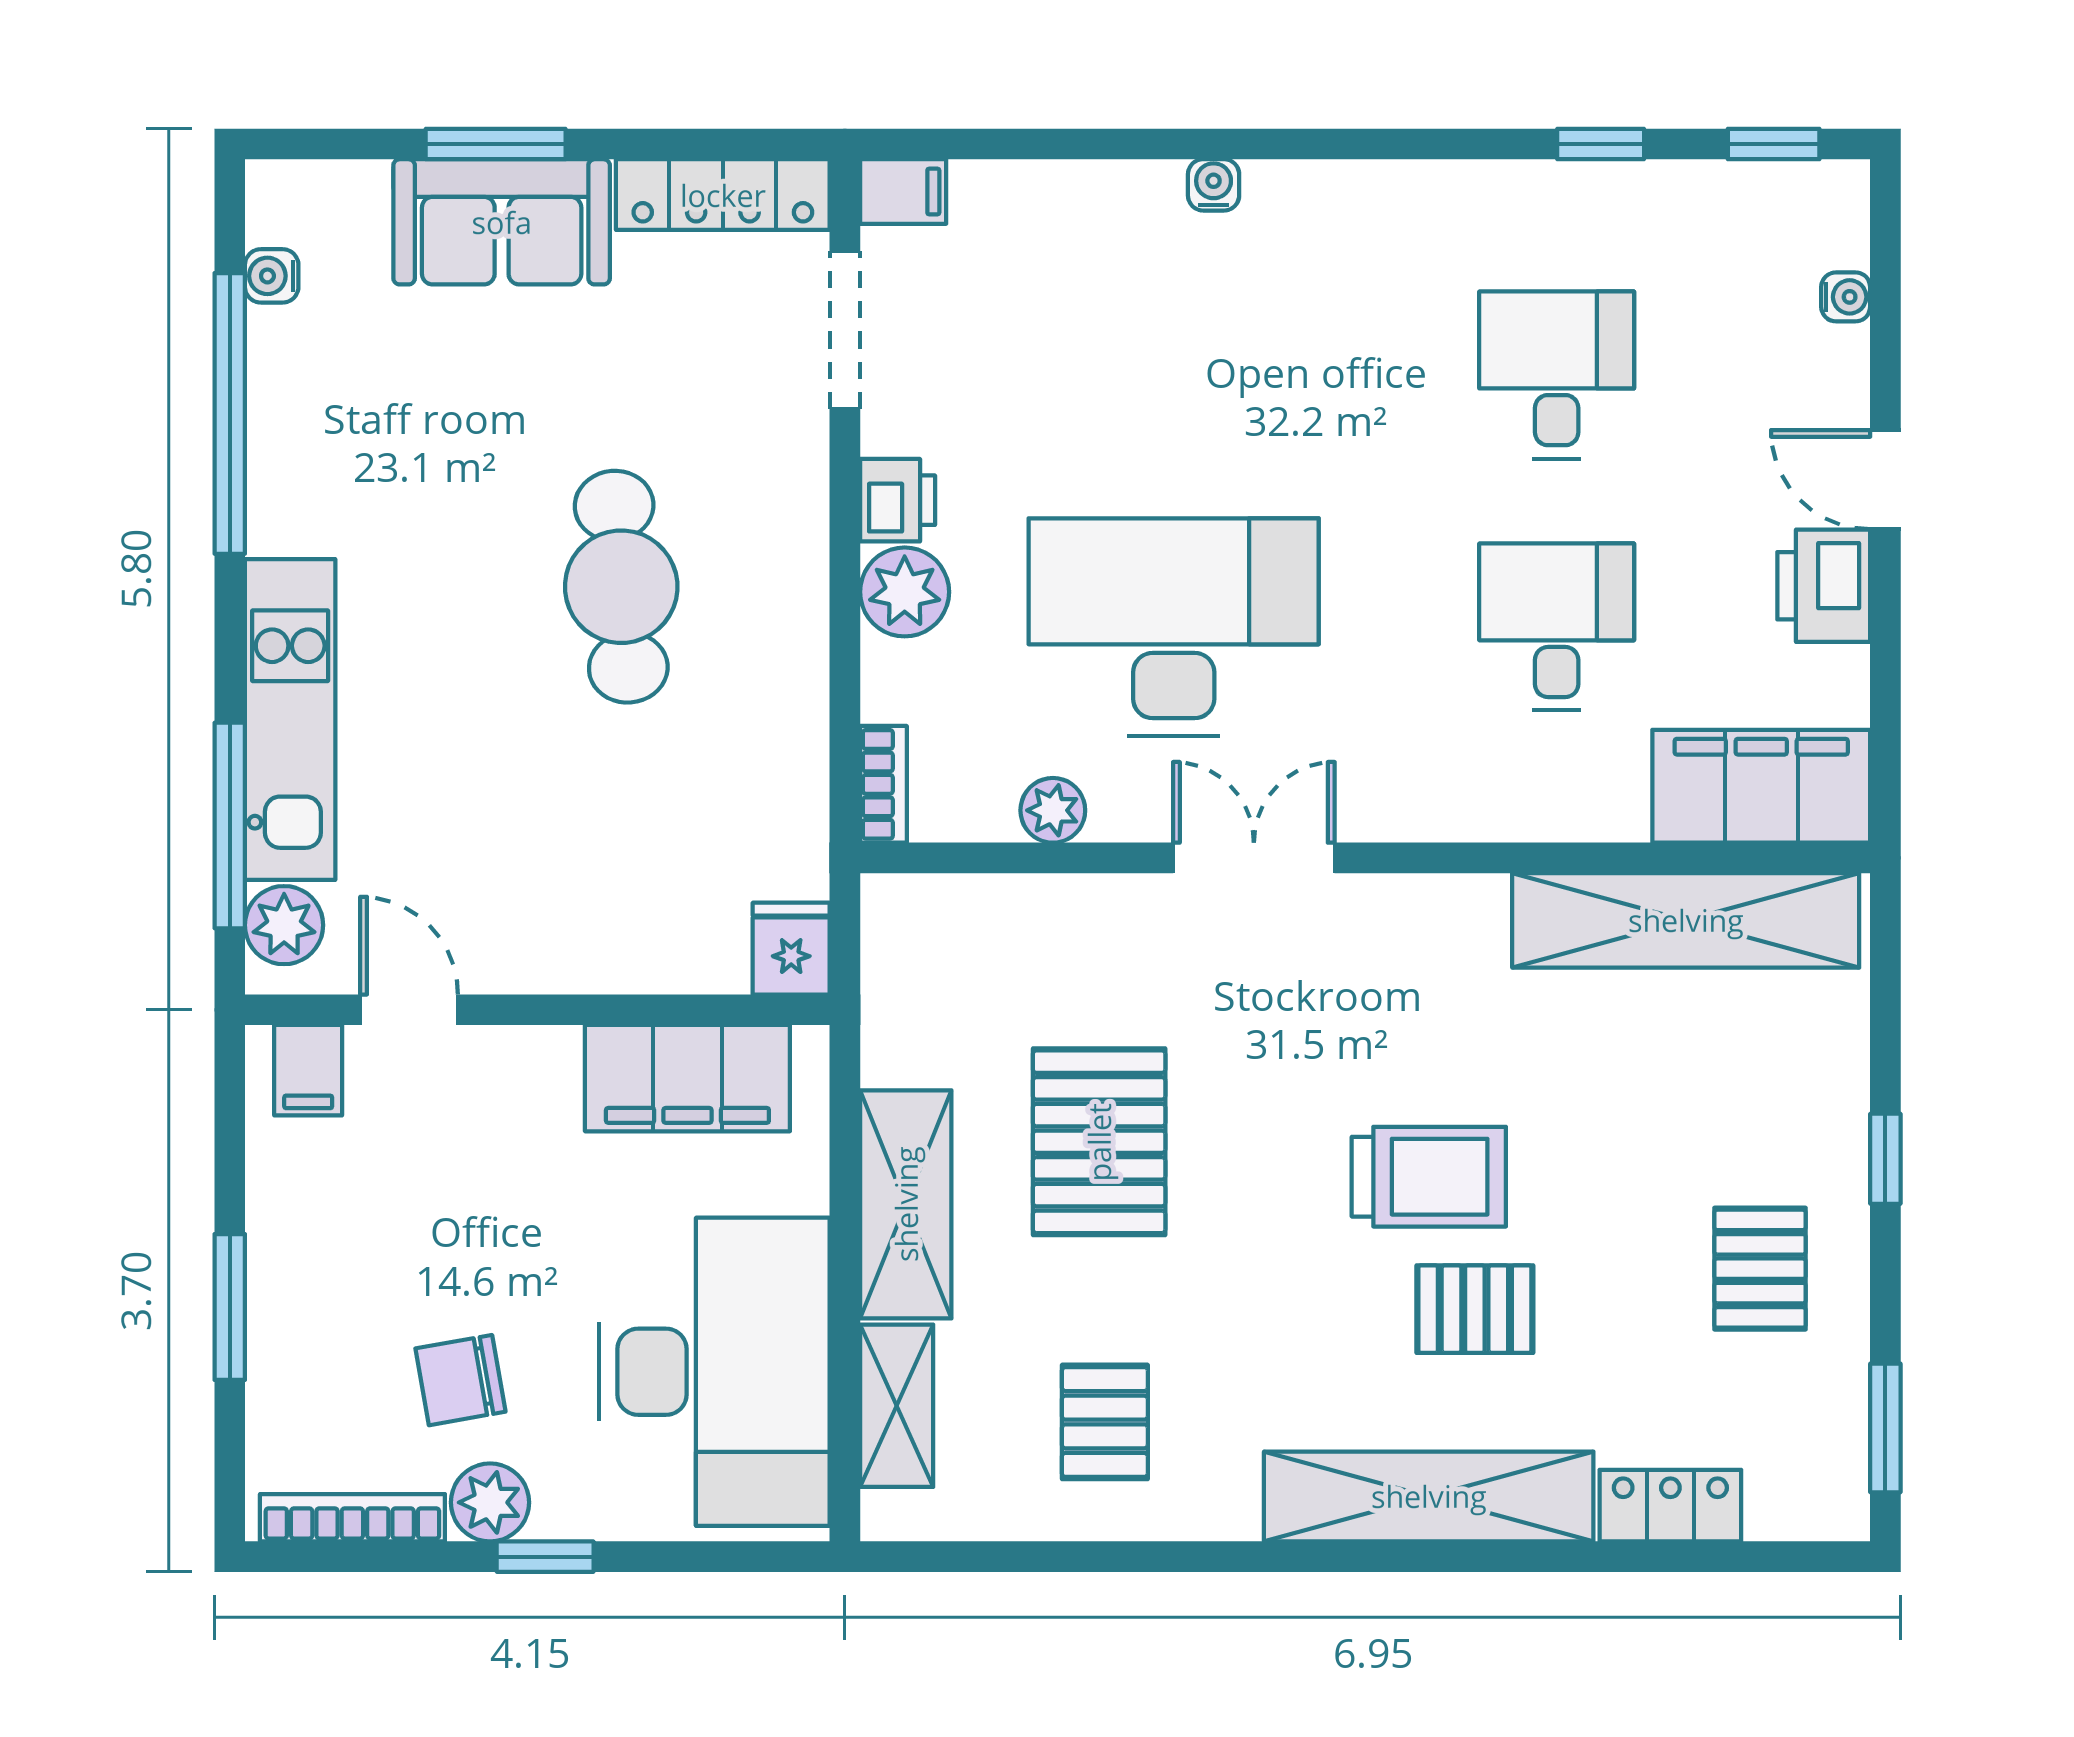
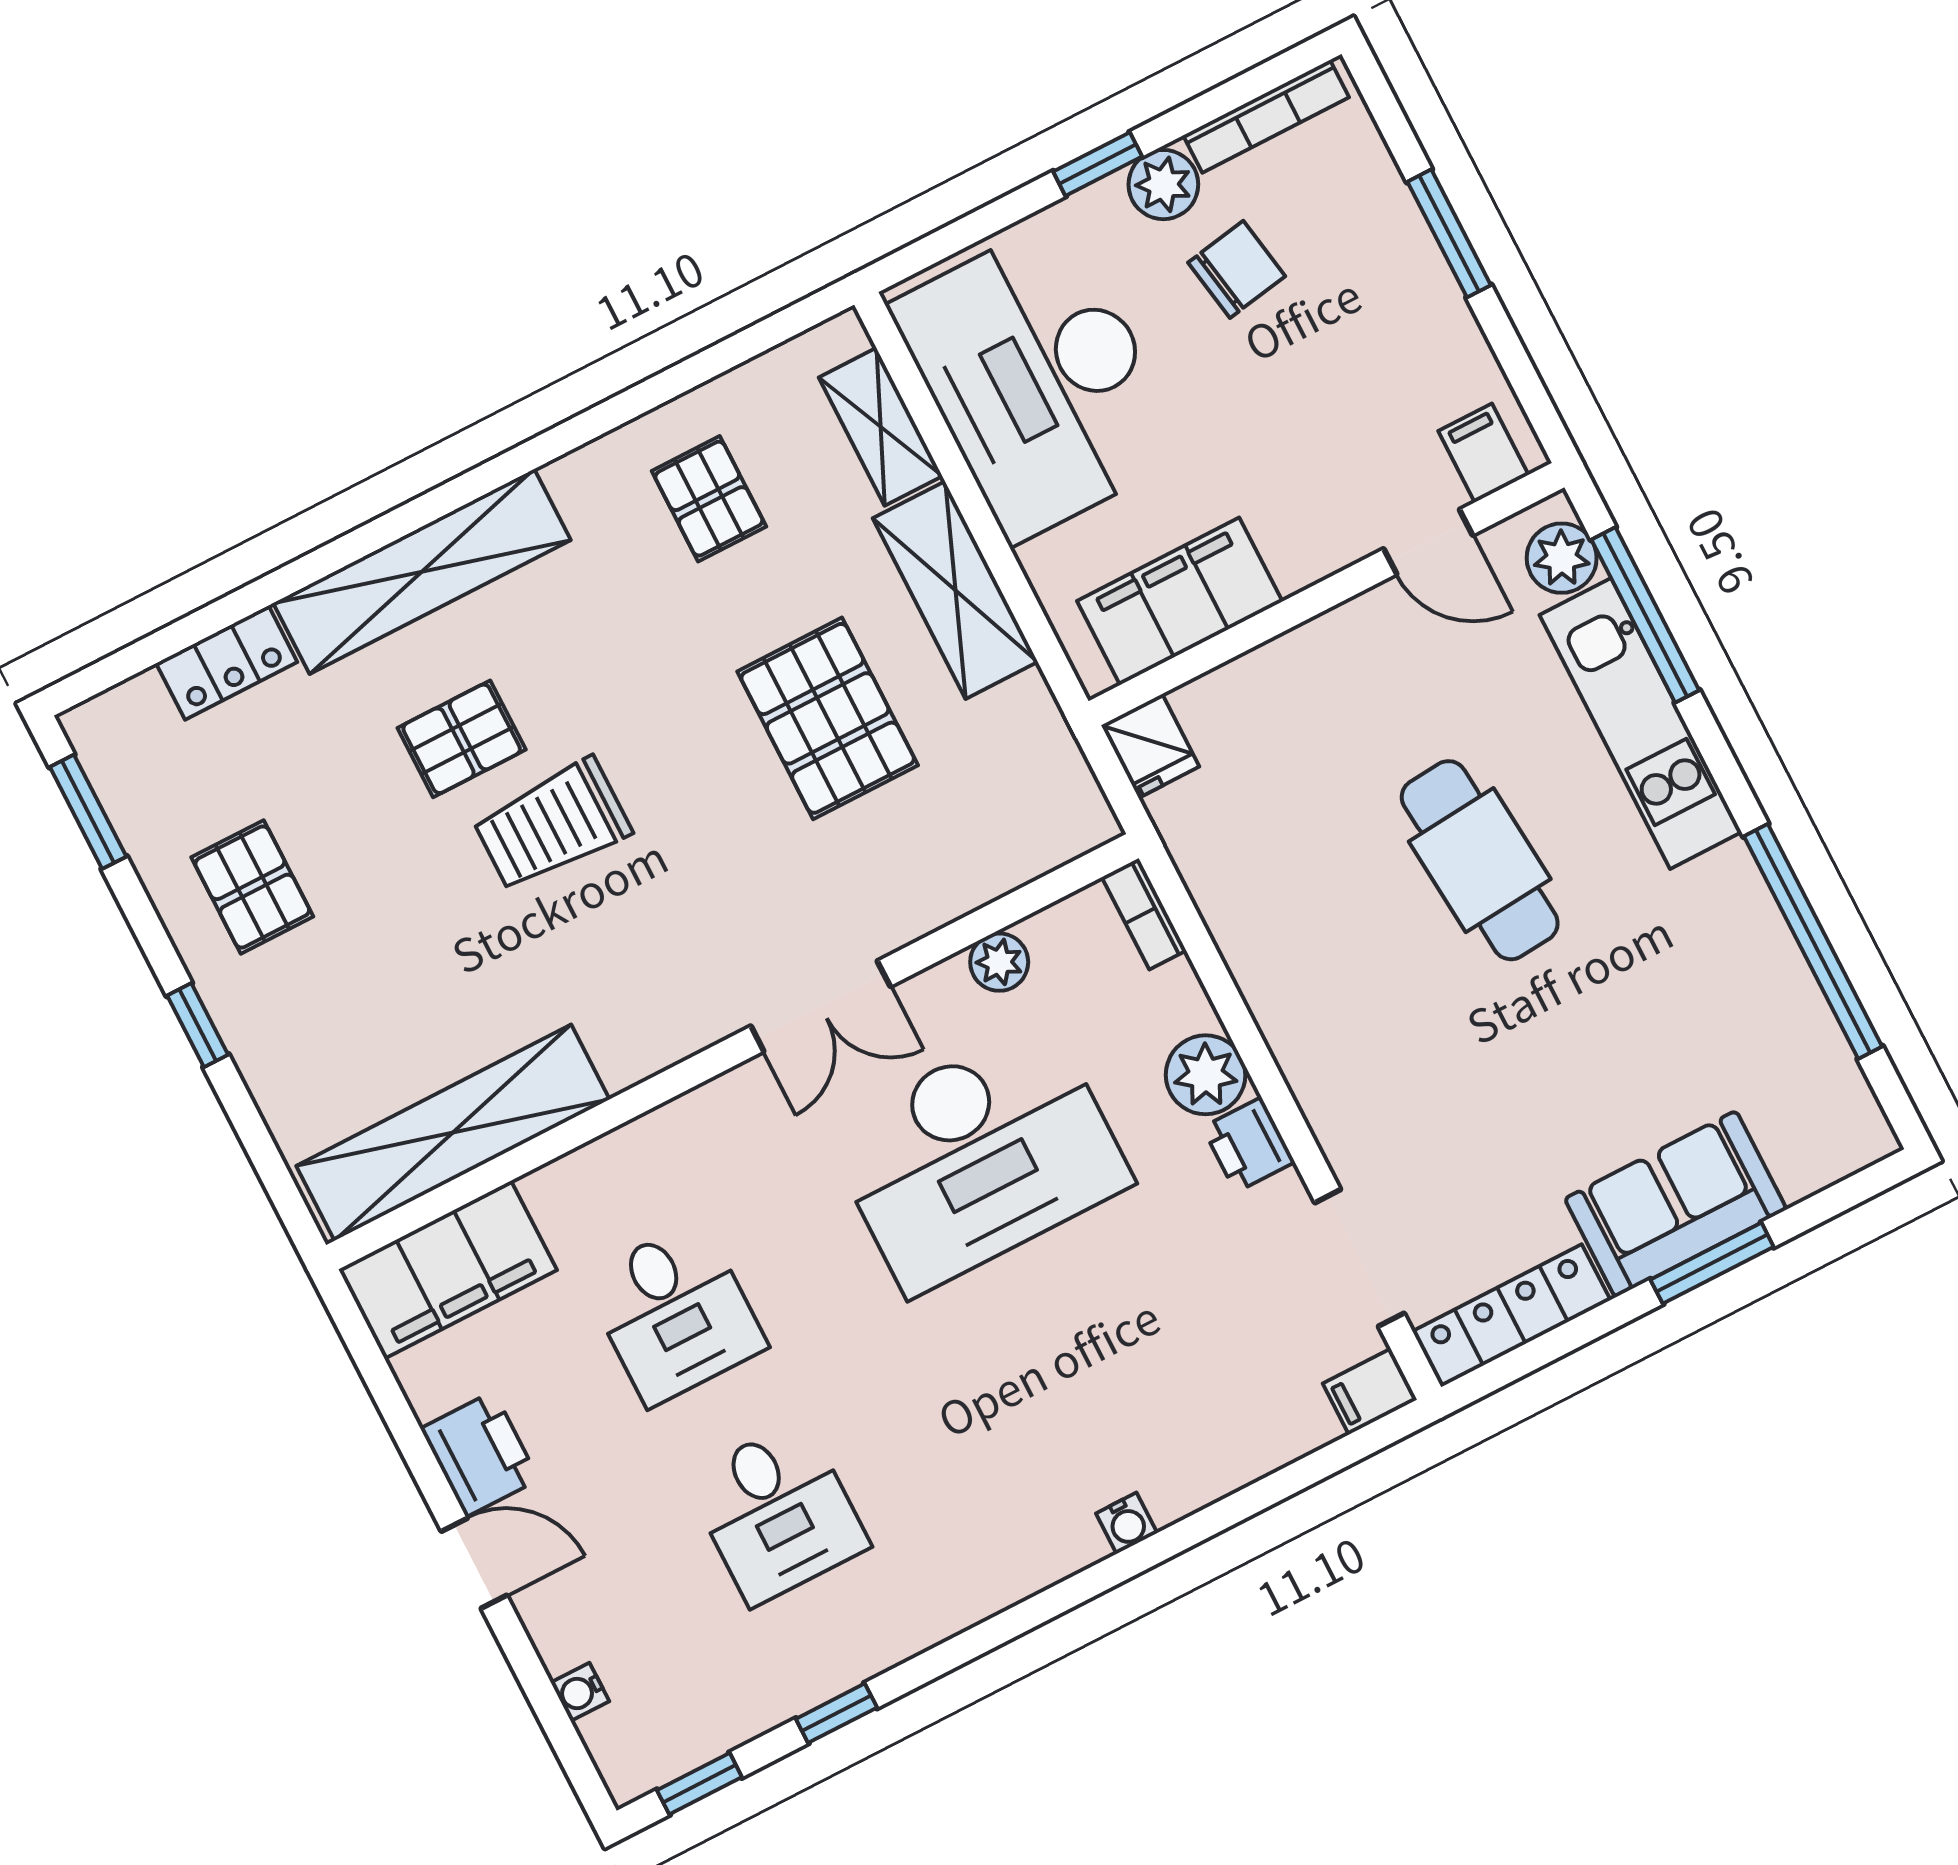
water cooler: (272, 276) -> (1836, 1068), removed
cafe table: (621, 587) -> (1480, 860), moved

